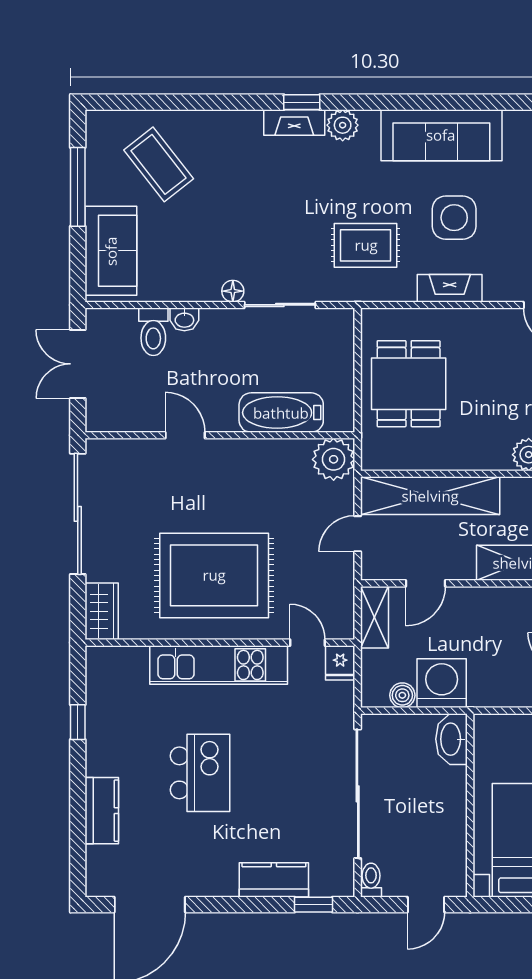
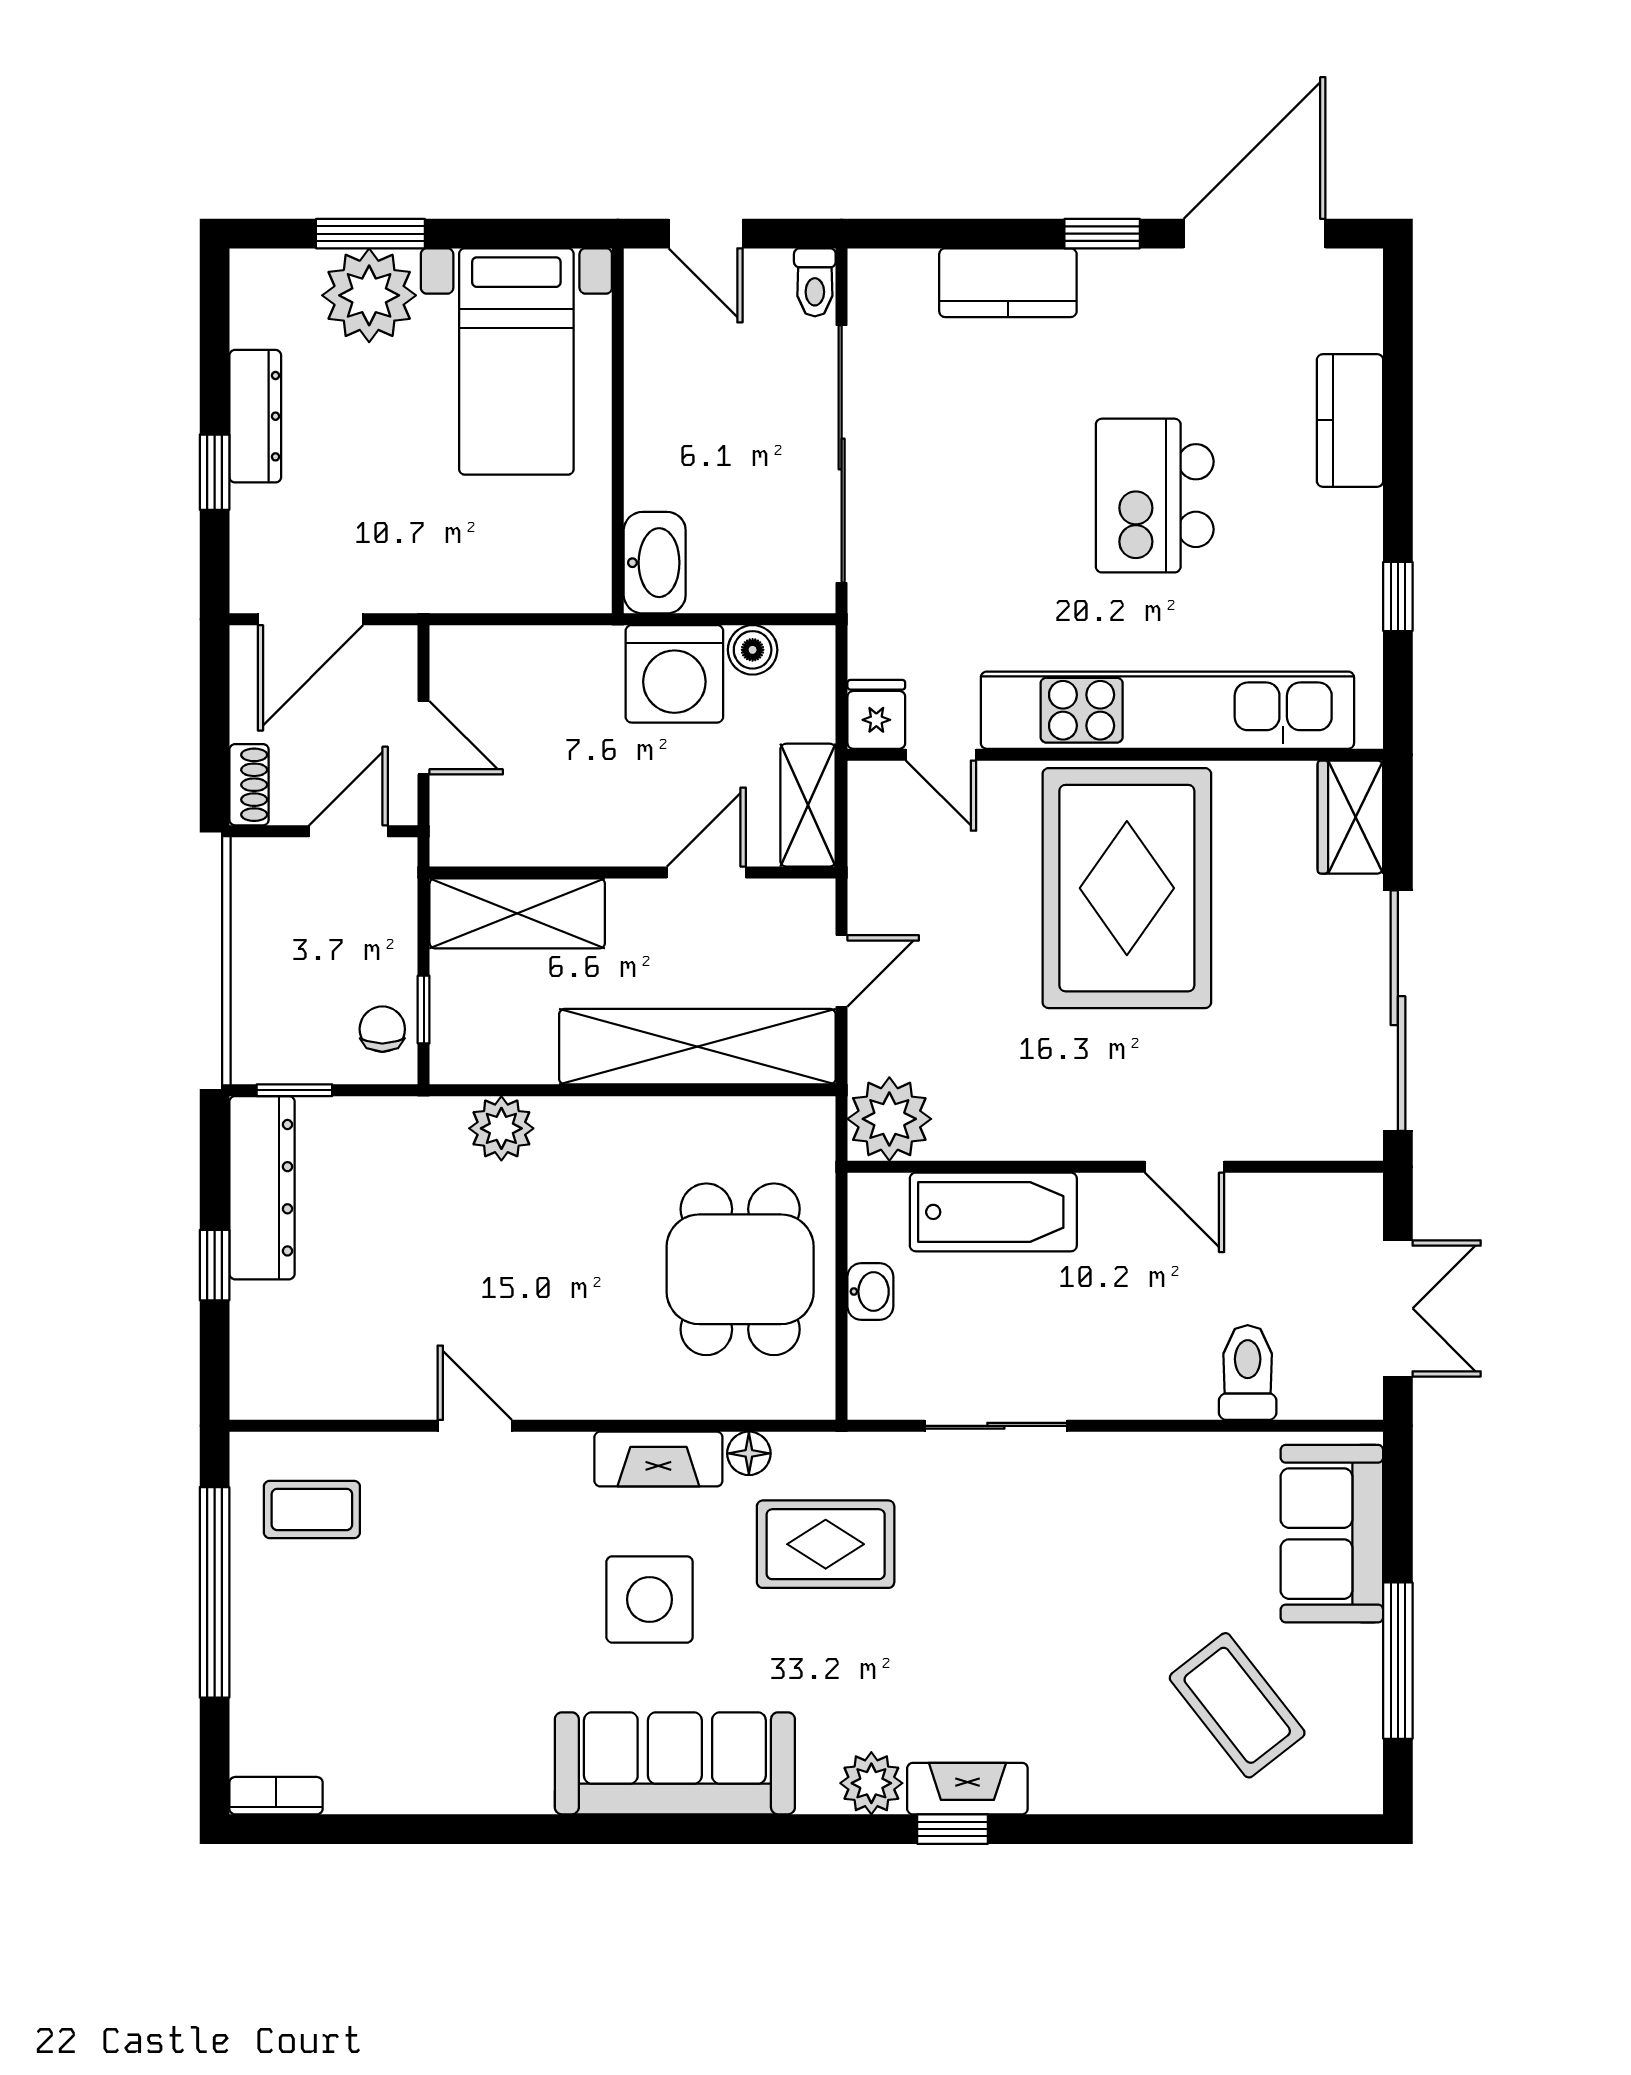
floor lamp: (233, 291) -> (749, 1453), moved
washbasin: (184, 319) -> (870, 1292), moved, turned 90
rug: (214, 575) -> (1127, 888), turned 90
kitchen unit: (219, 665) -> (1167, 710), width x1.36
window: (313, 905) -> (1102, 234), moved
door: (426, 905) -> (706, 234), swing flipped

